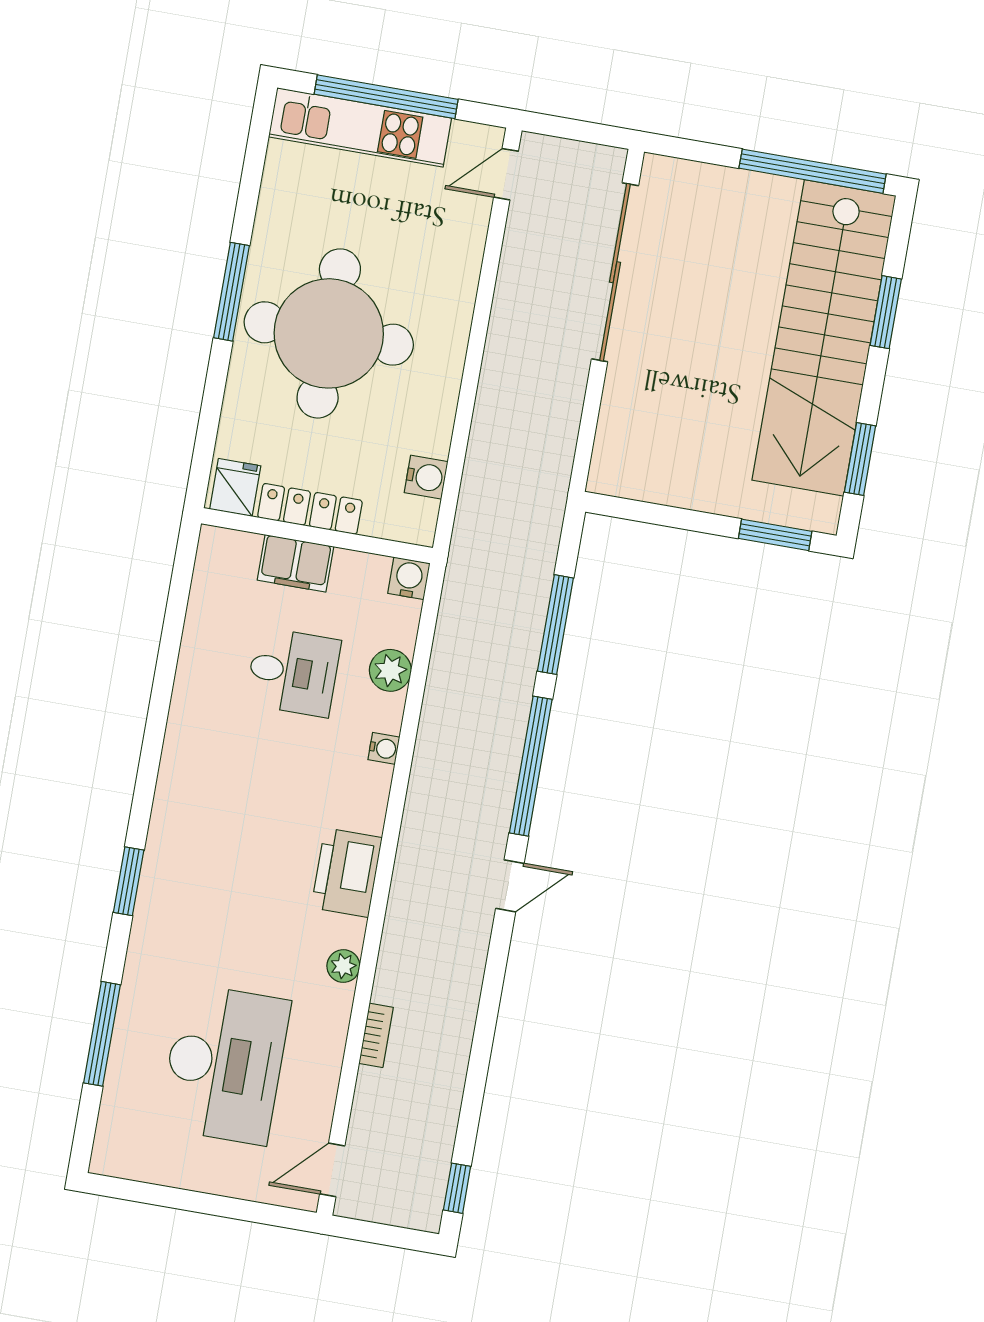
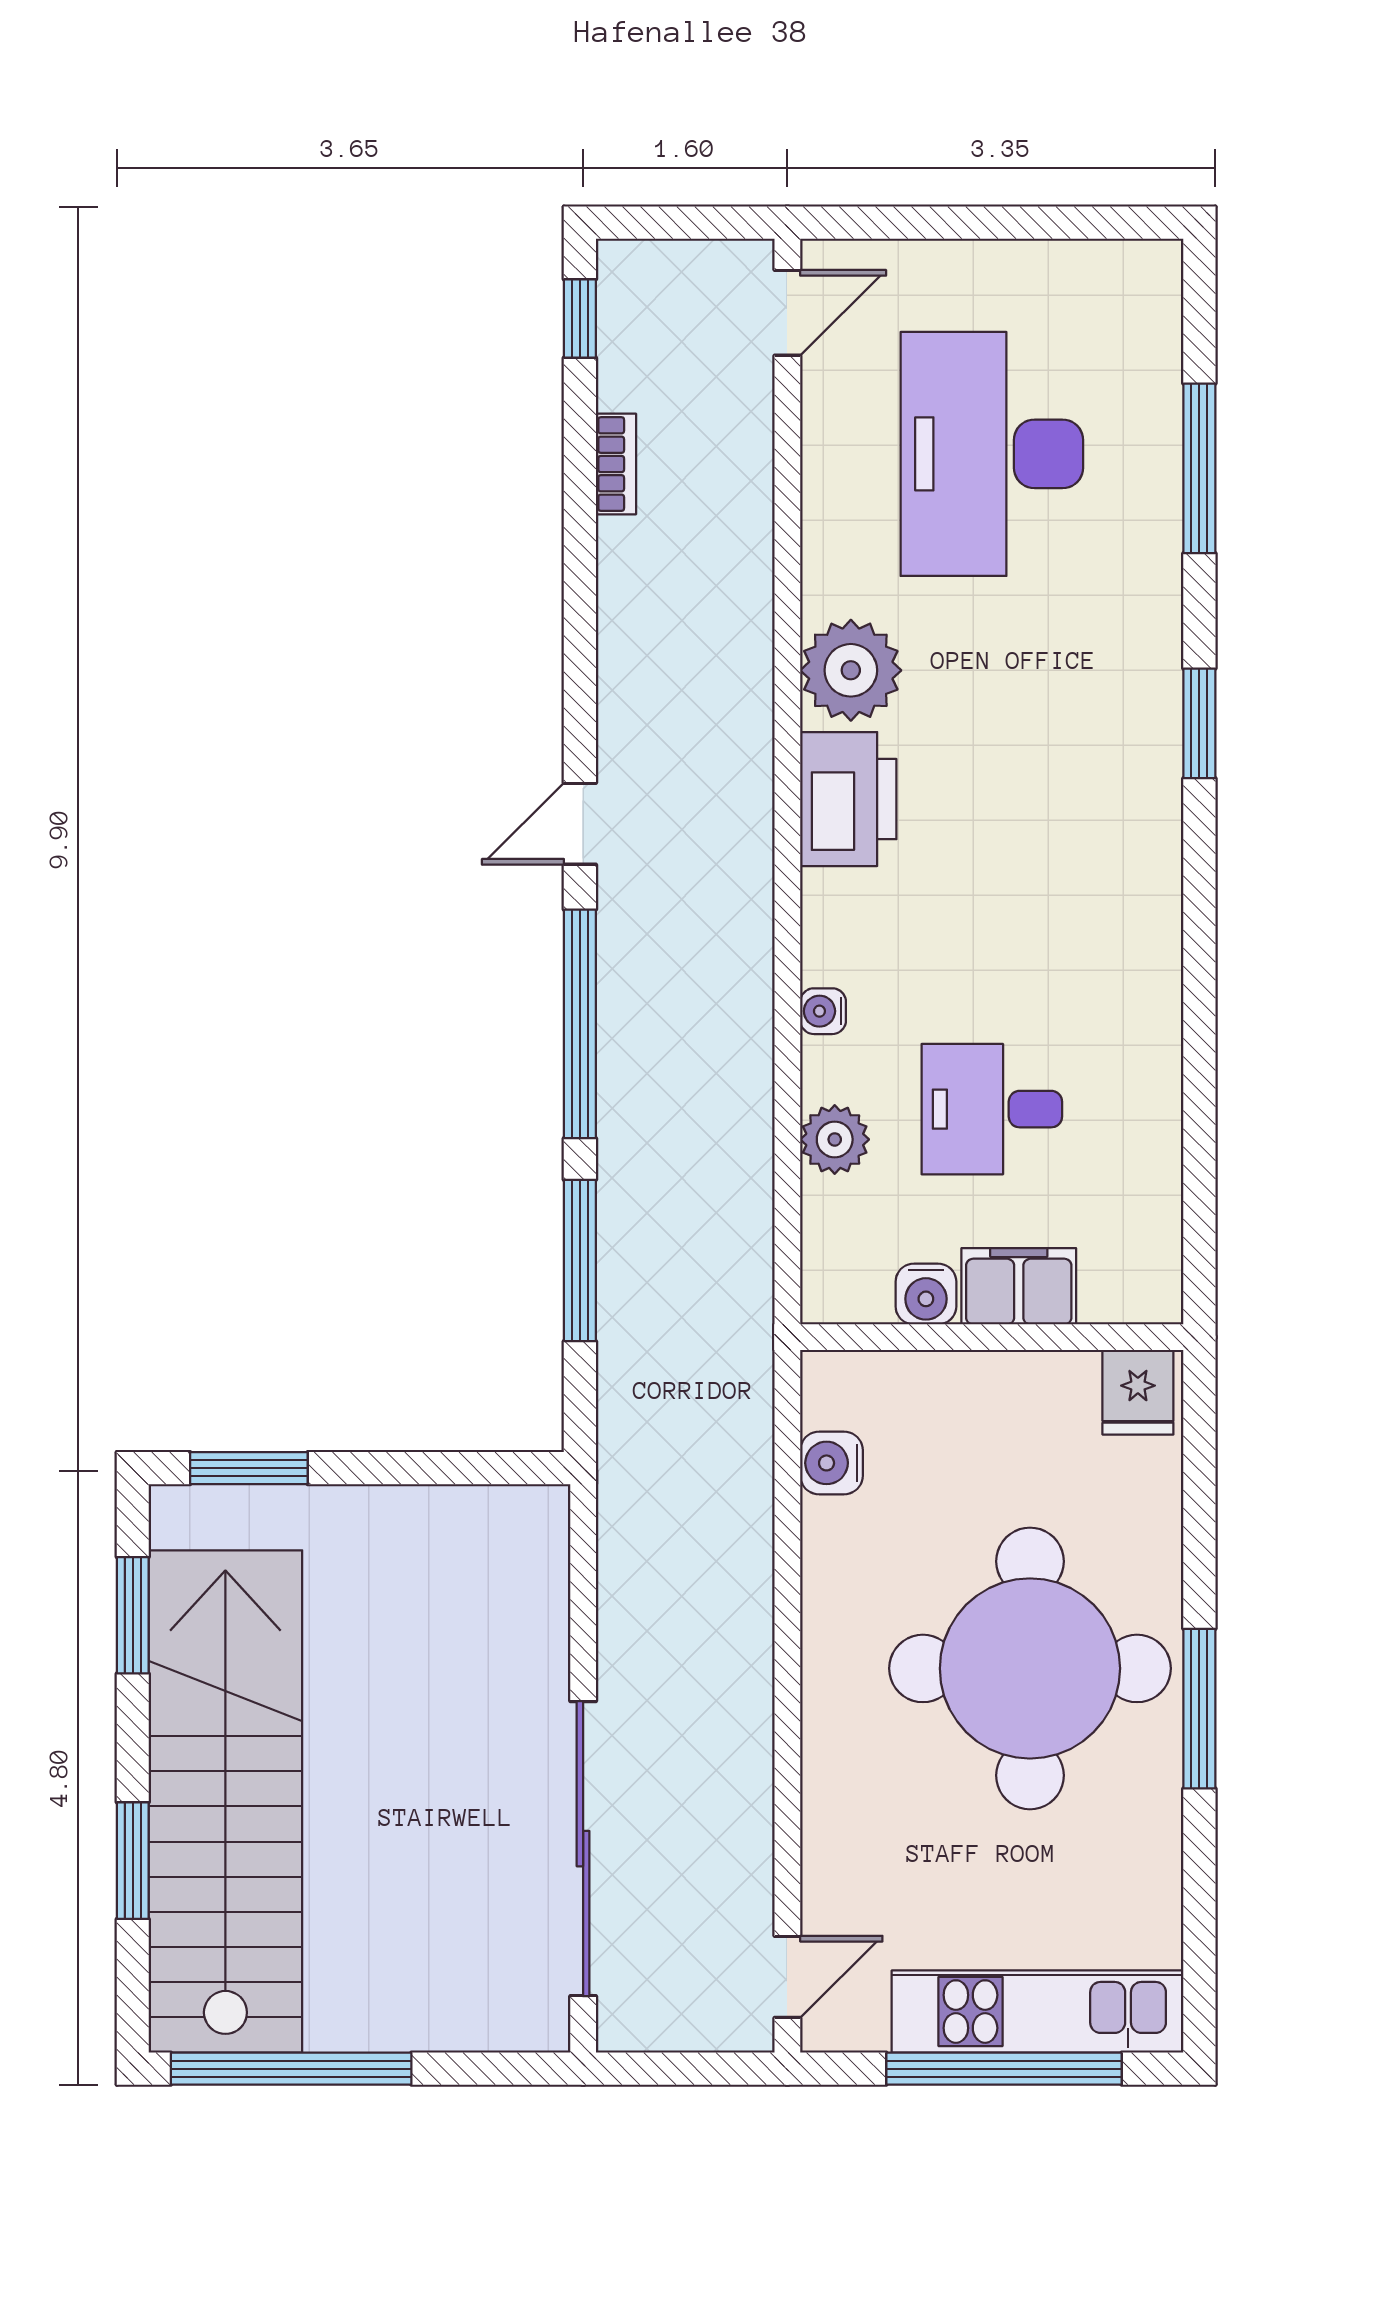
locker: (310, 509) -> (1011, 1379), removed
water cooler: (409, 578) -> (926, 1294), moved
plant: (343, 966) -> (851, 670), width x1.87, depth x1.87
bookcase: (376, 1035) -> (616, 464), moved, turned 180

